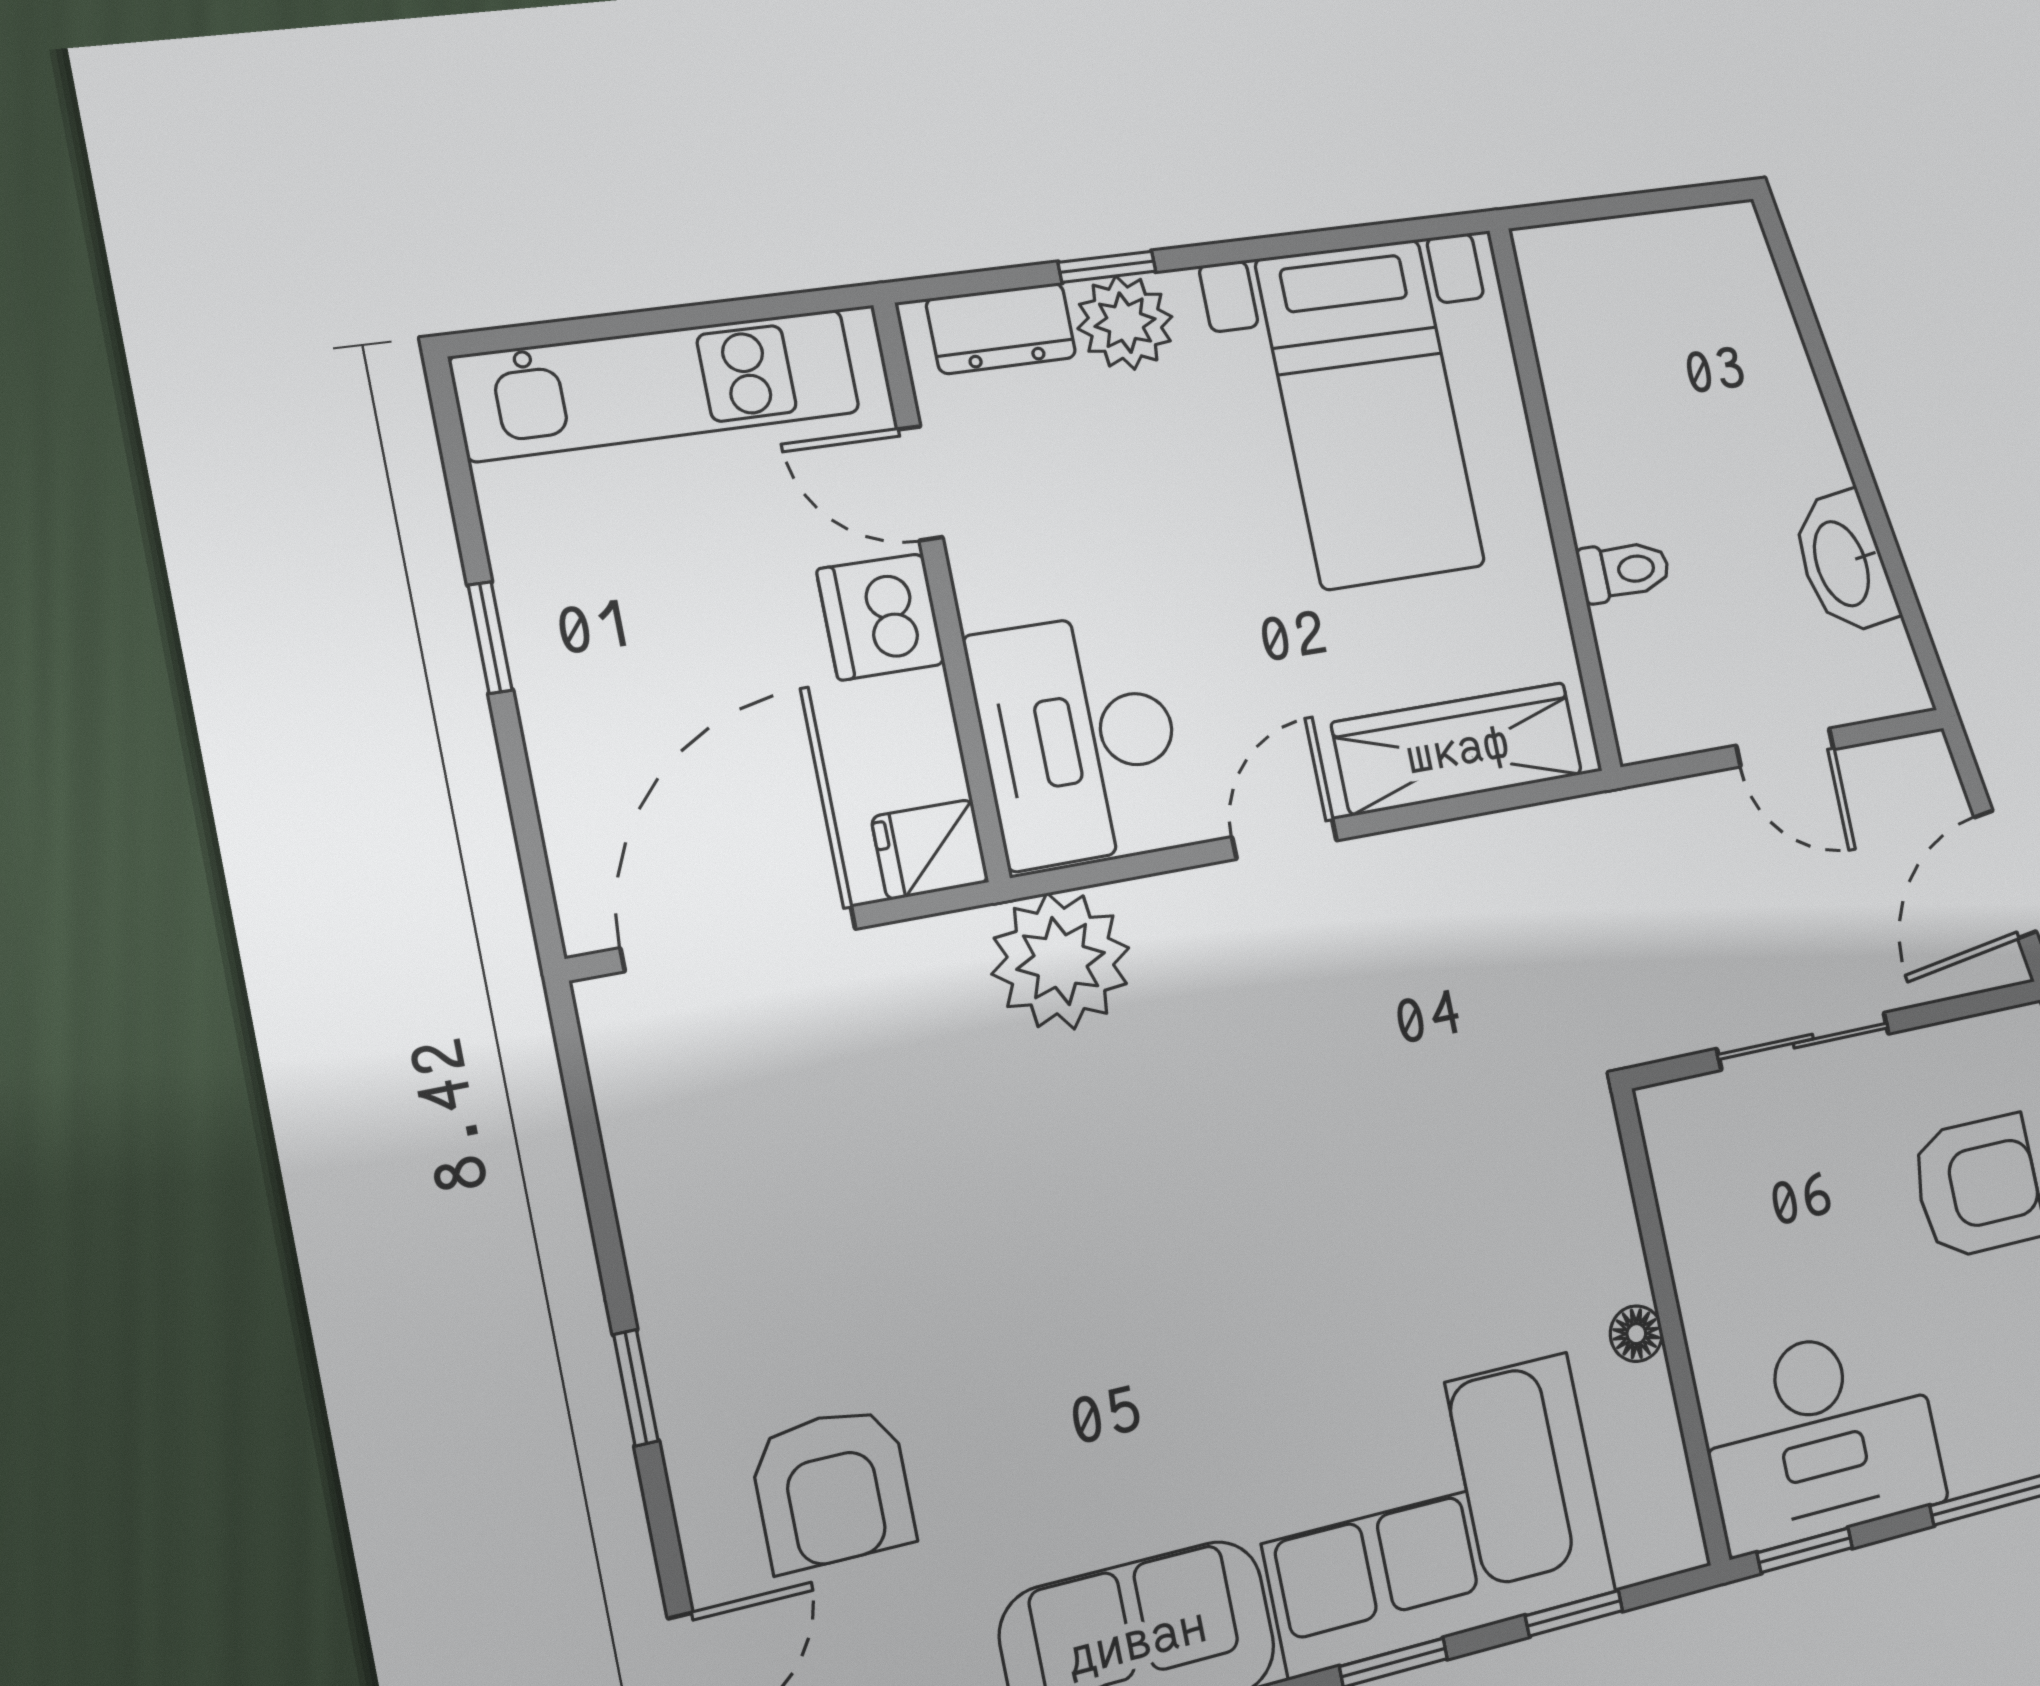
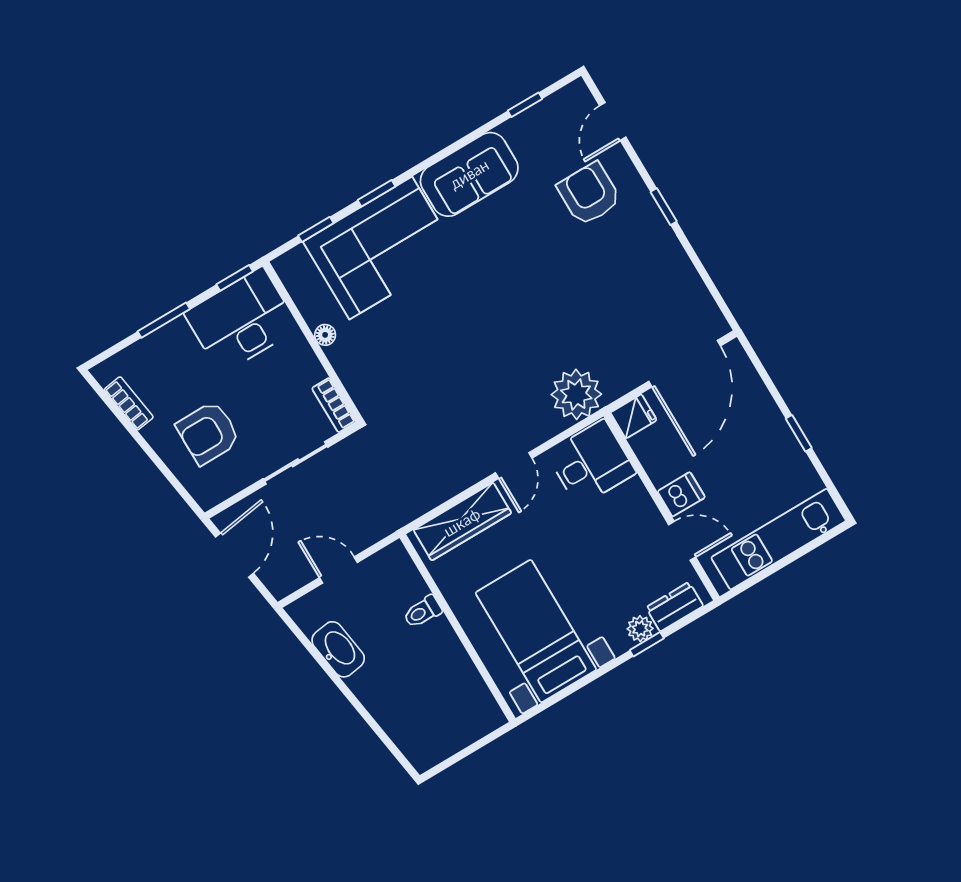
plant: (1125, 323) -> (640, 629), width x0.73, depth x0.73
dishwasher: (881, 617) -> (681, 494), width x0.73
desk: (1079, 739) -> (591, 463), width x0.73
bookcase: (1671, 1150) -> (334, 405), added

